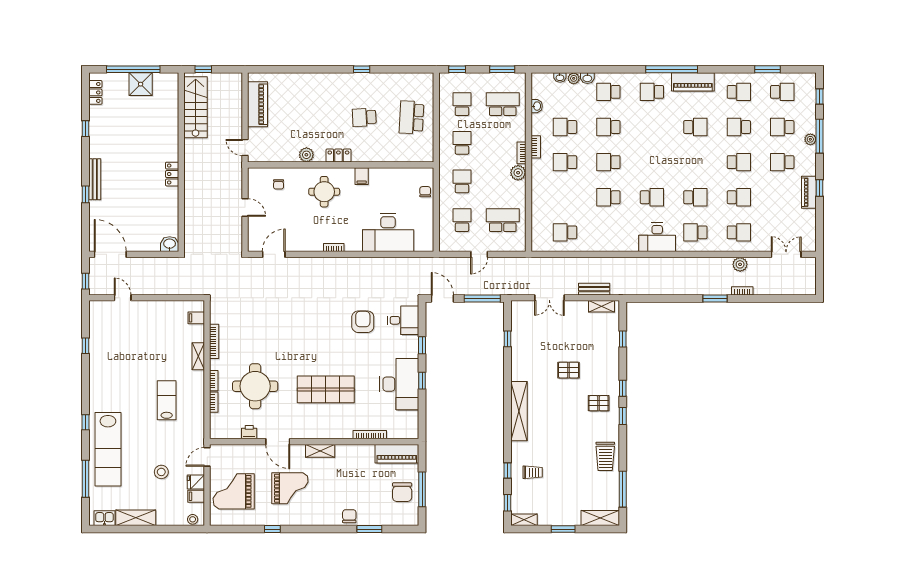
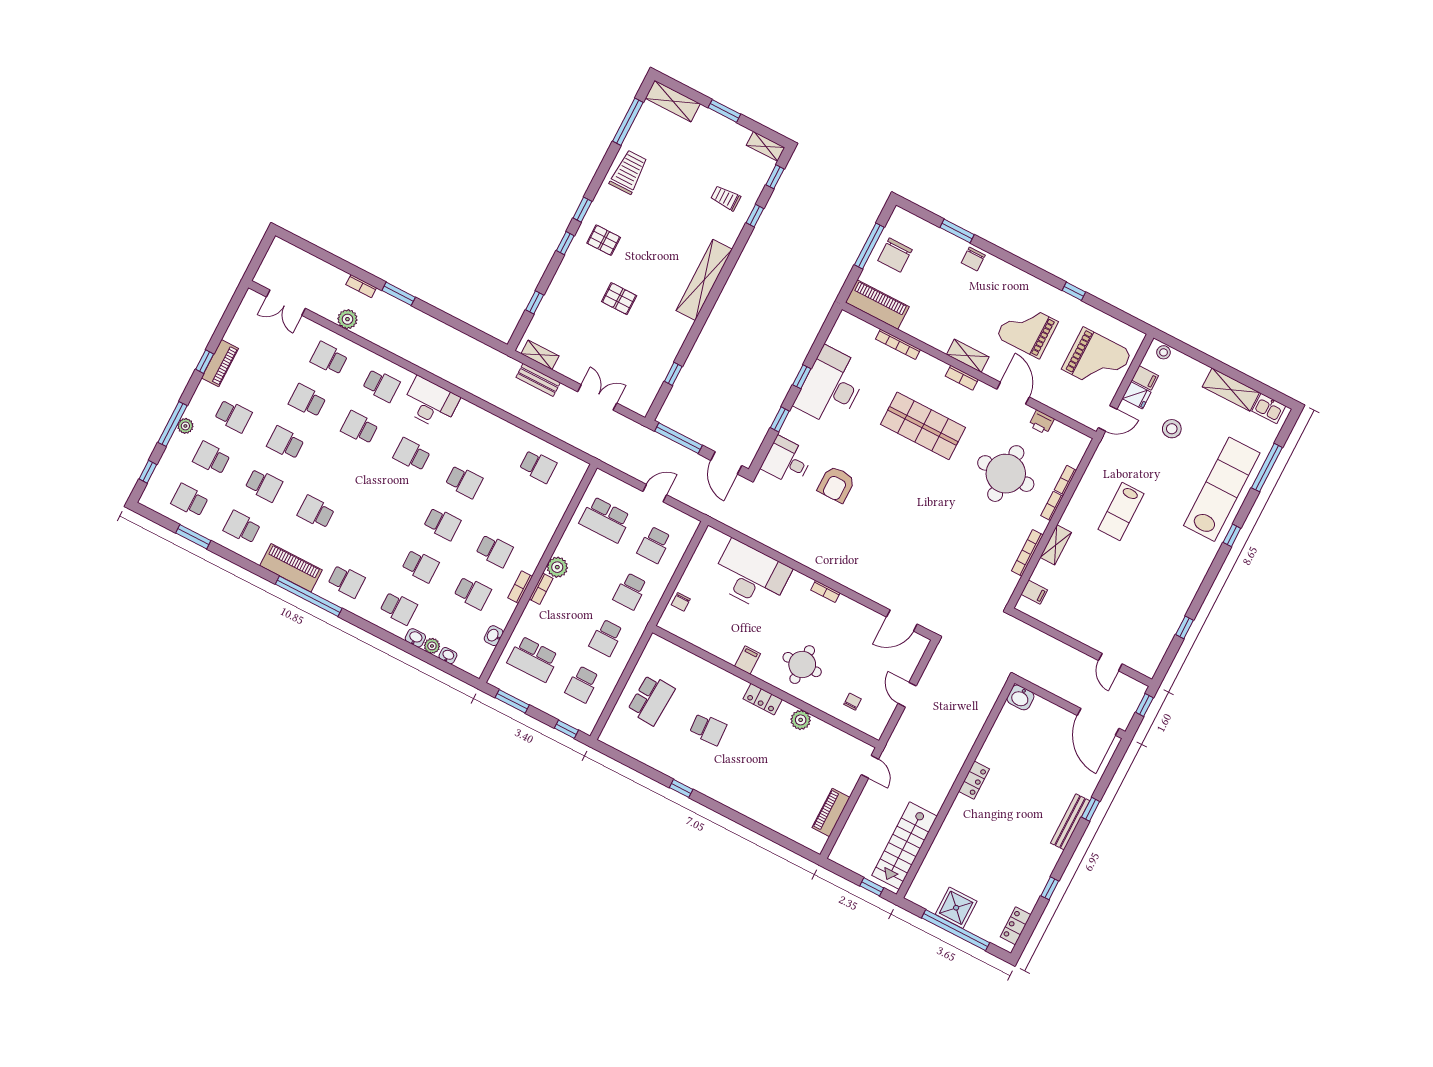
piano: (257, 104) -> (831, 812), width x0.73, depth x0.75
school desk: (782, 127) -> (211, 458), turned 180
bookcase: (317, 434) -> (962, 378), added
chair: (402, 492) -> (895, 255), turned 180

